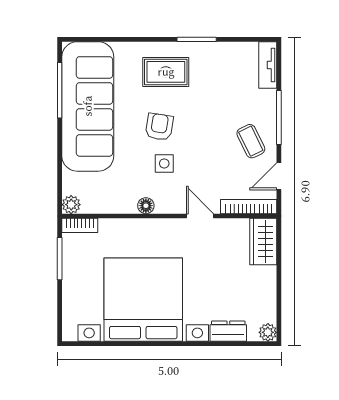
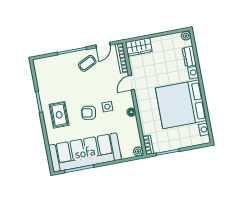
tv unit: (268, 65) -> (45, 62), removed
door: (279, 176) -> (103, 45), hinge flipped

